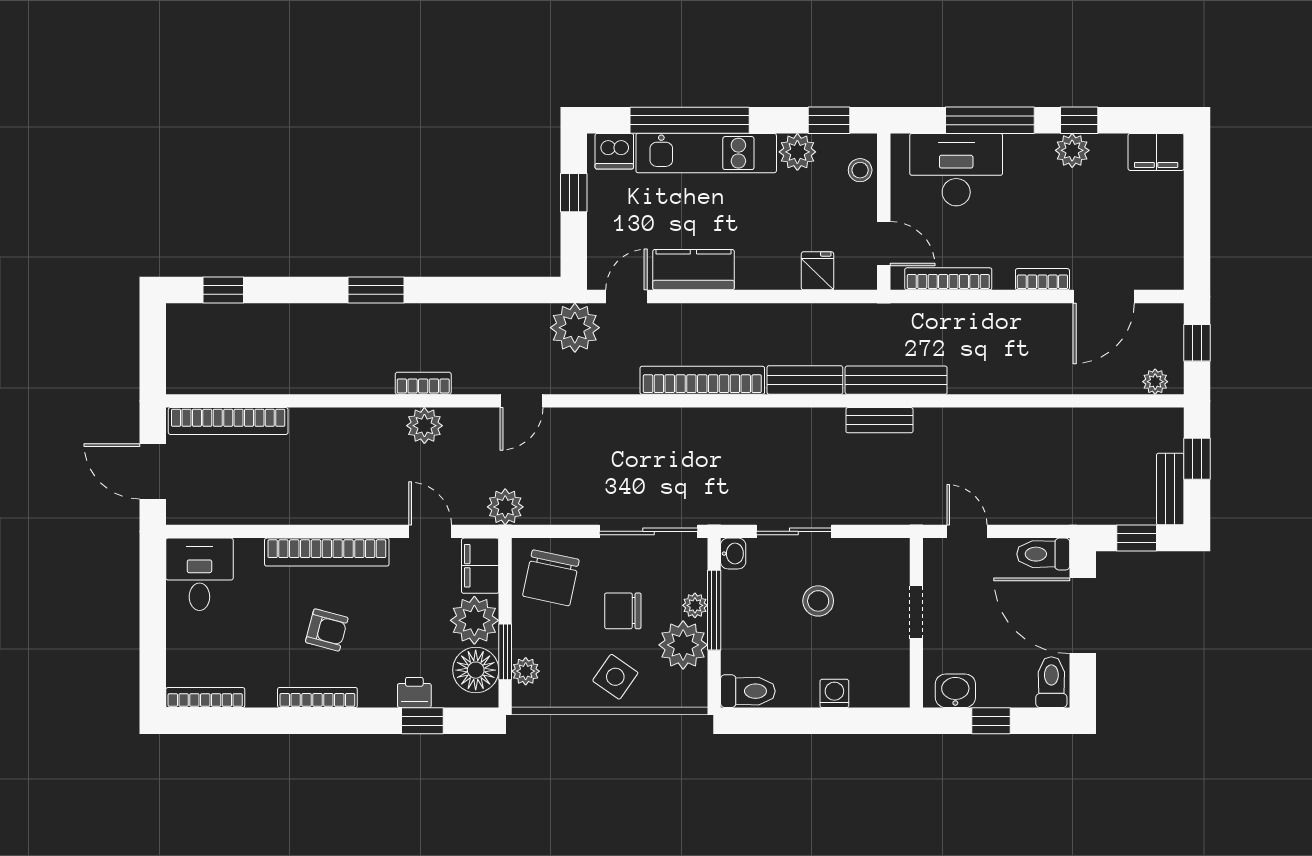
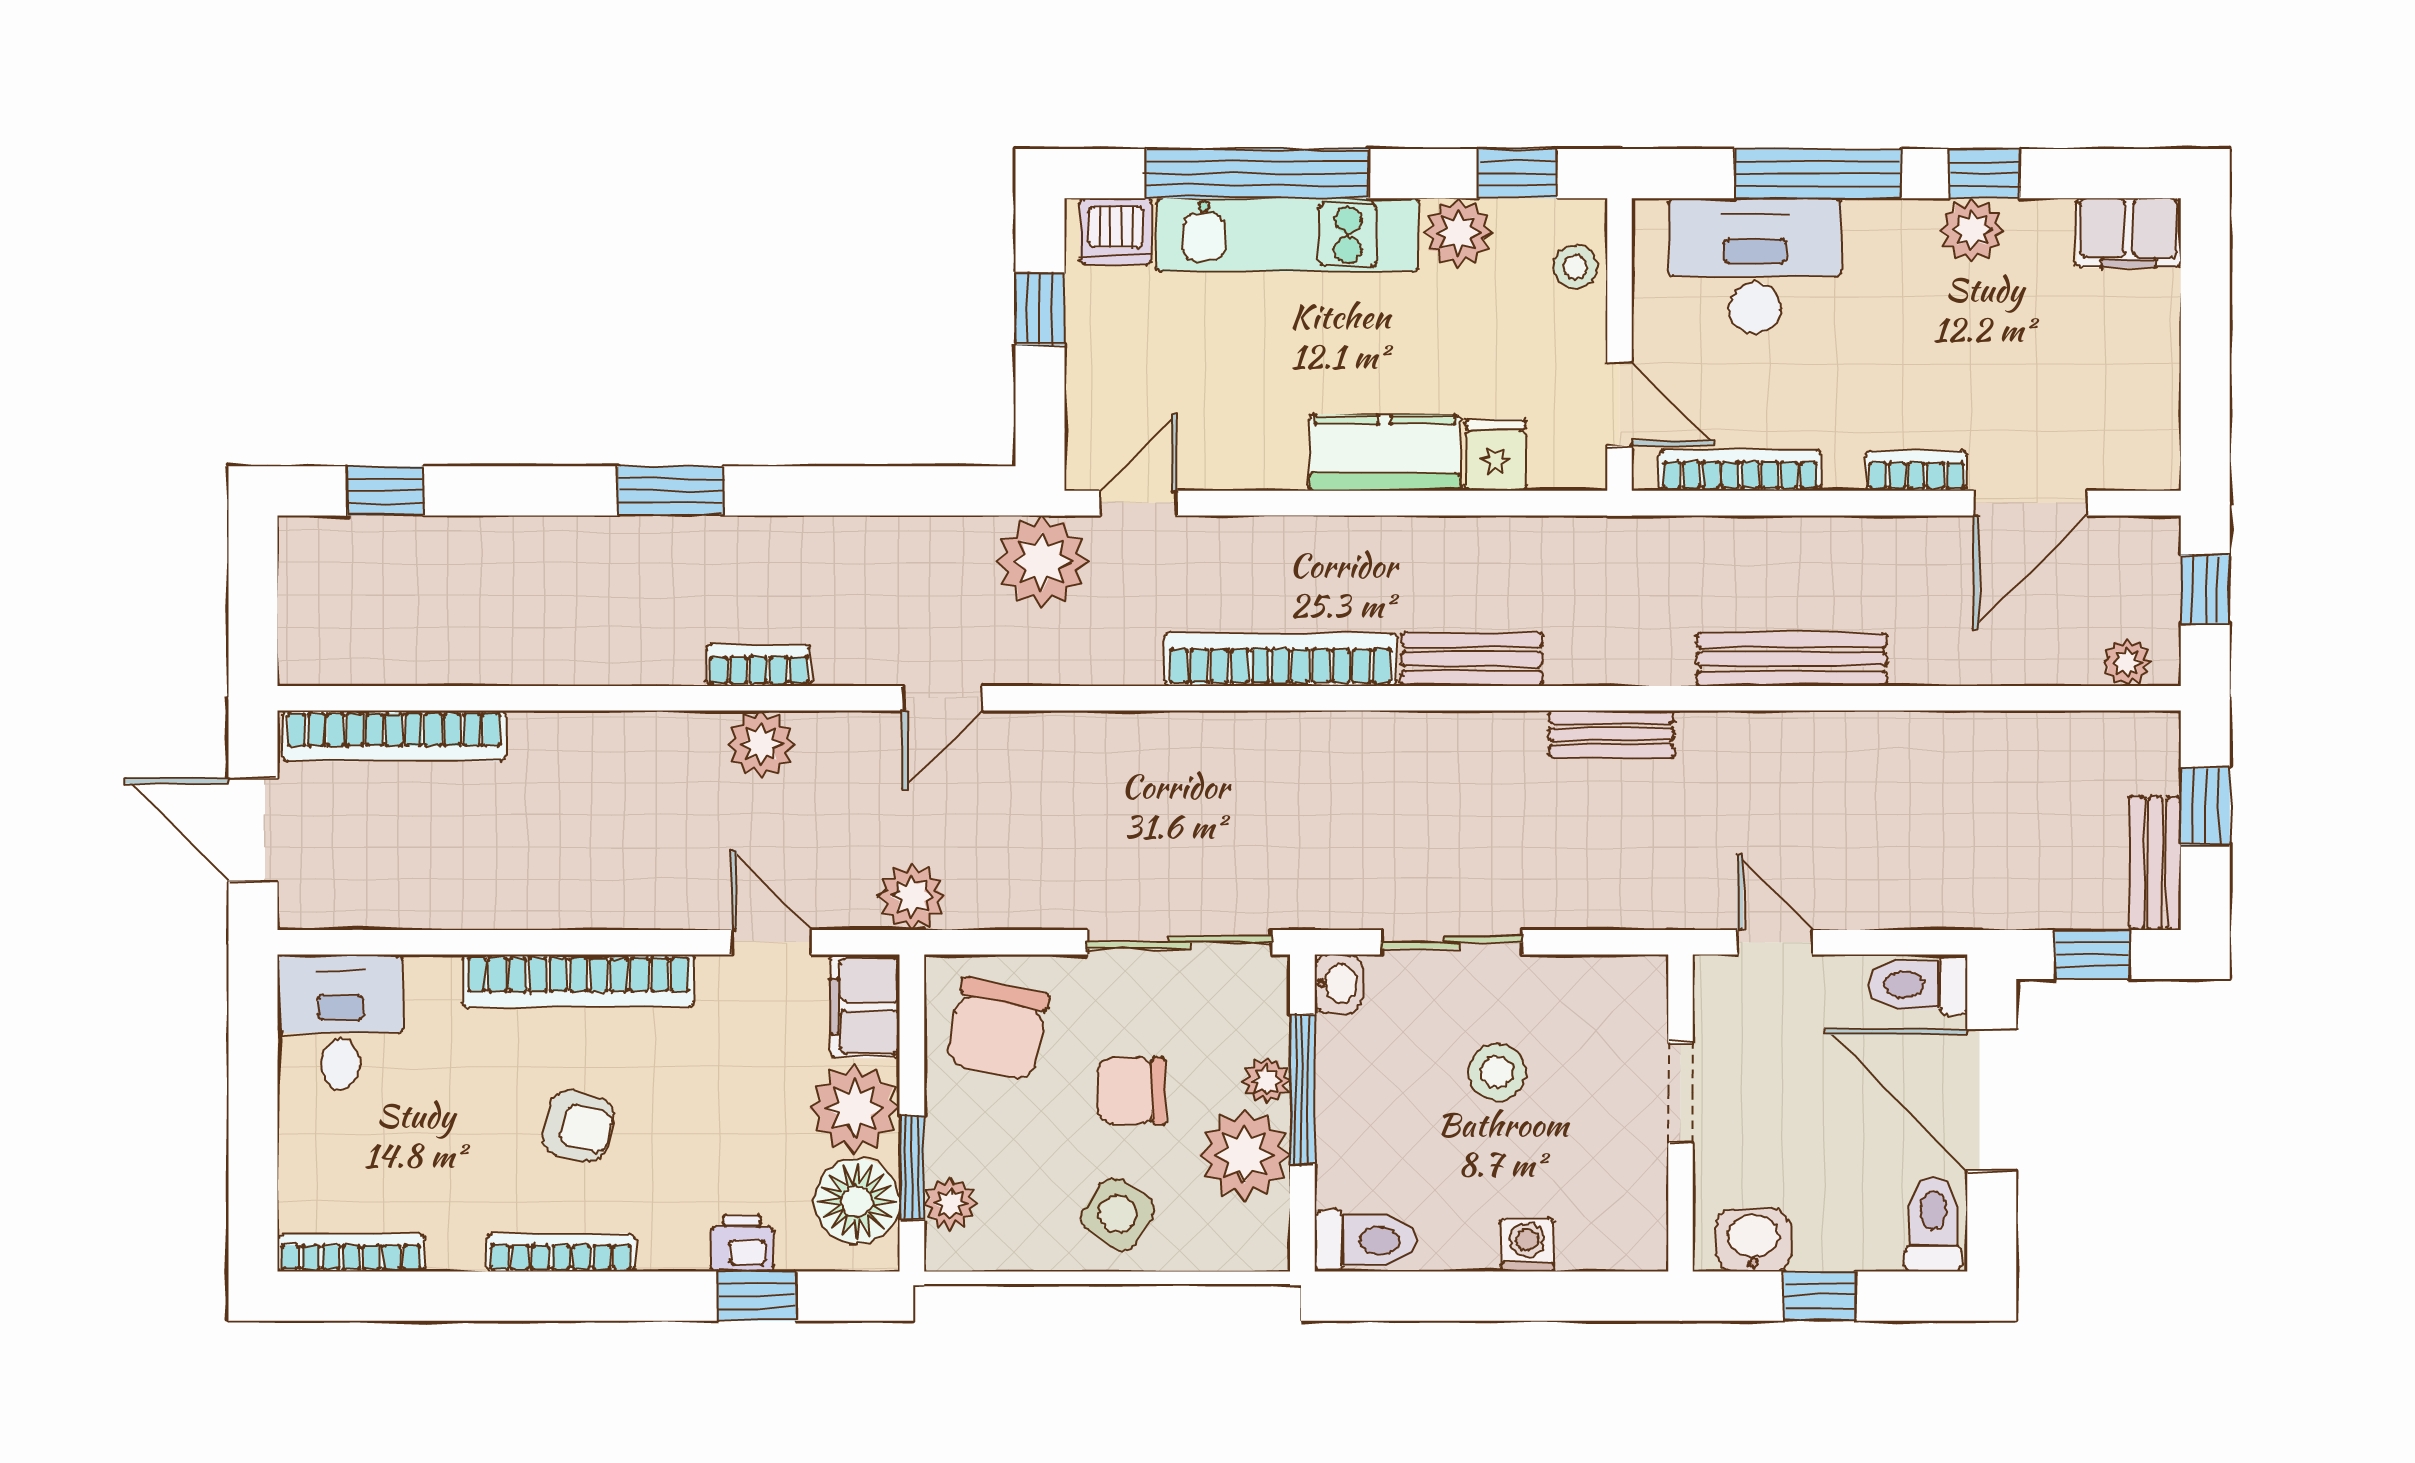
kitchen counter: (693, 270) -> (1385, 453), moved
bench: (896, 380) -> (1792, 659), moved

